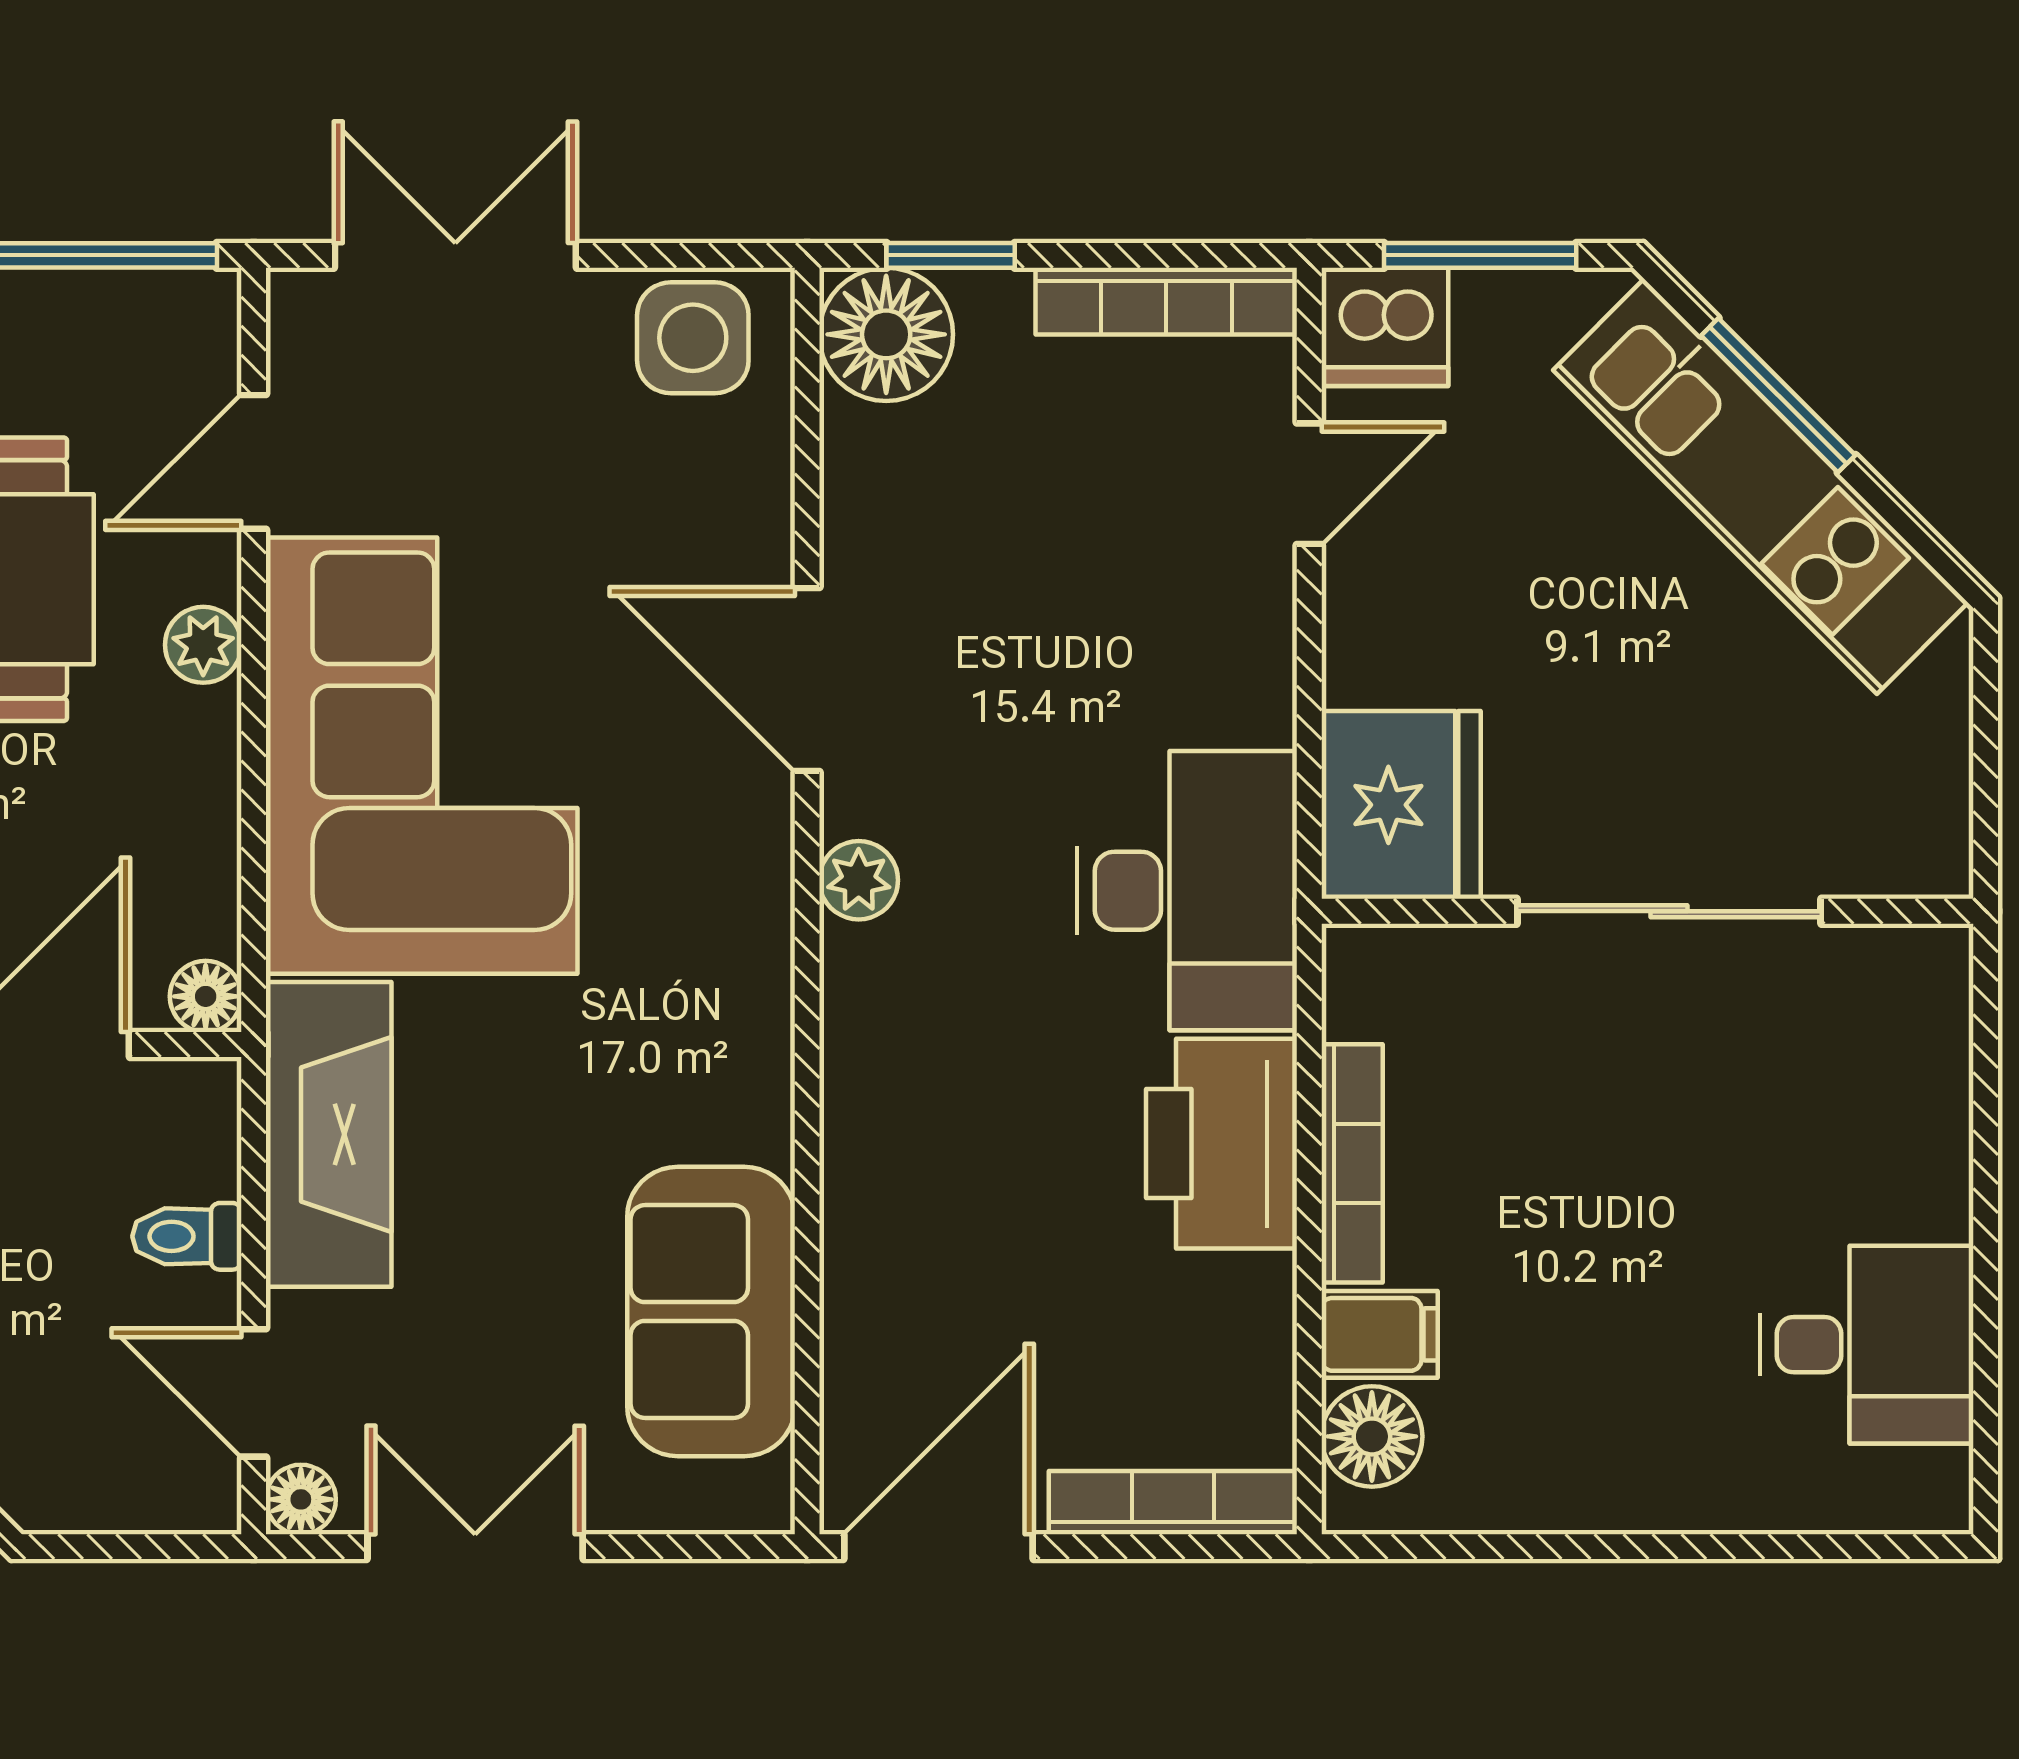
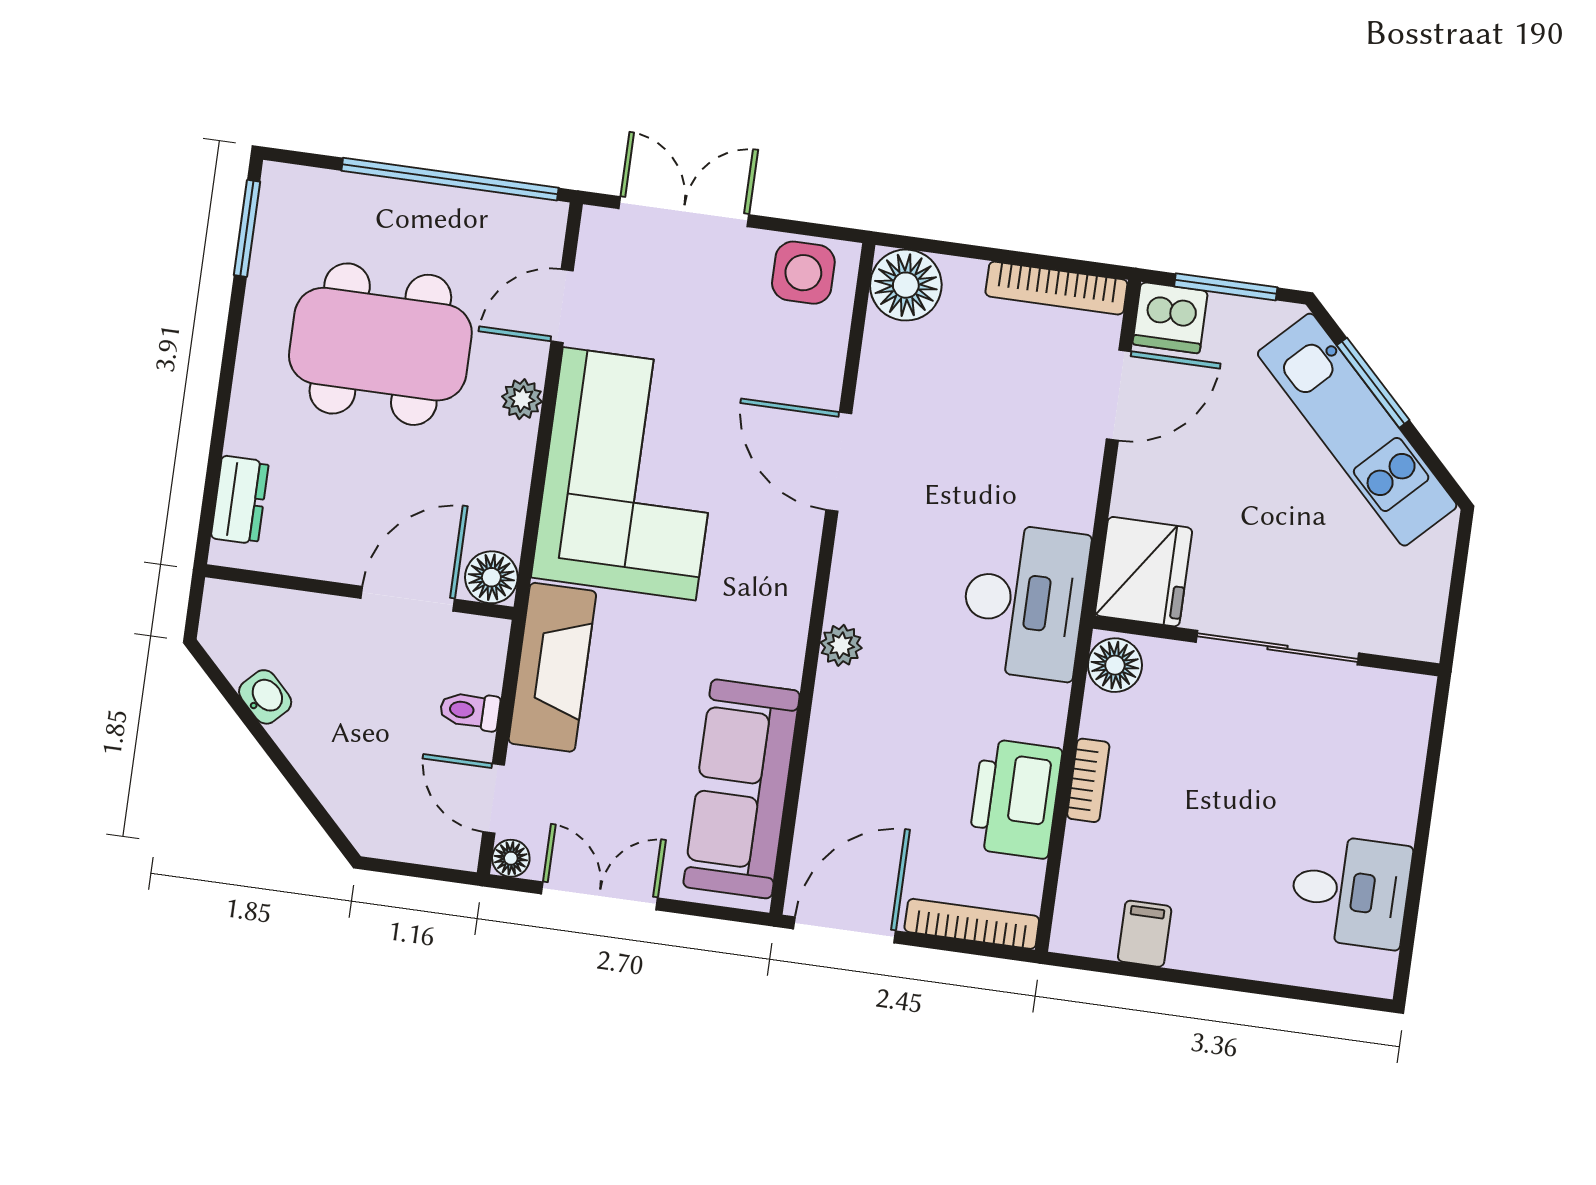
window: (951, 255) -> (946, 248), removed
door: (1309, 484) -> (1119, 395), width x1.37
plant: (859, 880) -> (841, 645), moved
floor lamp: (206, 996) -> (491, 577), width x1.37, depth x1.37
printer: (1221, 1144) -> (1015, 799), moved
bookcase: (1352, 1163) -> (1088, 780), width x0.64
sofa: (711, 1312) -> (742, 789), width x1.36
filing cabinet: (1380, 1334) -> (1145, 934), moved, turned -90
floor lamp: (1372, 1436) -> (1115, 665), moved

